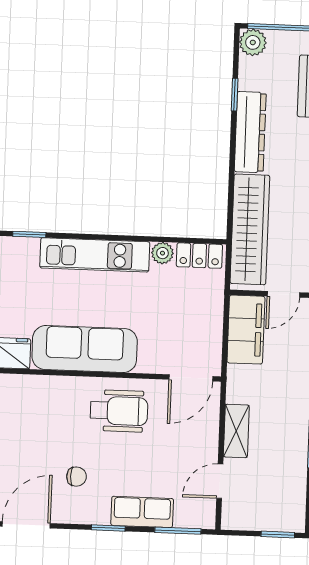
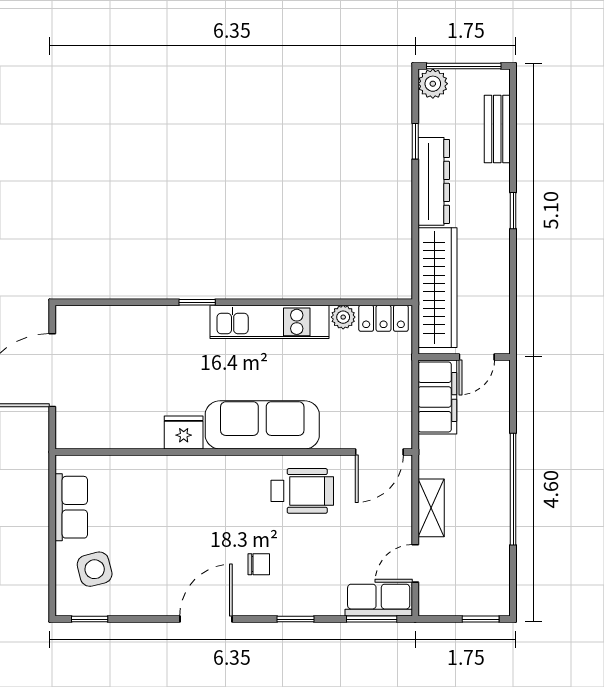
row of seats: (142, 512) -> (379, 600), moved

